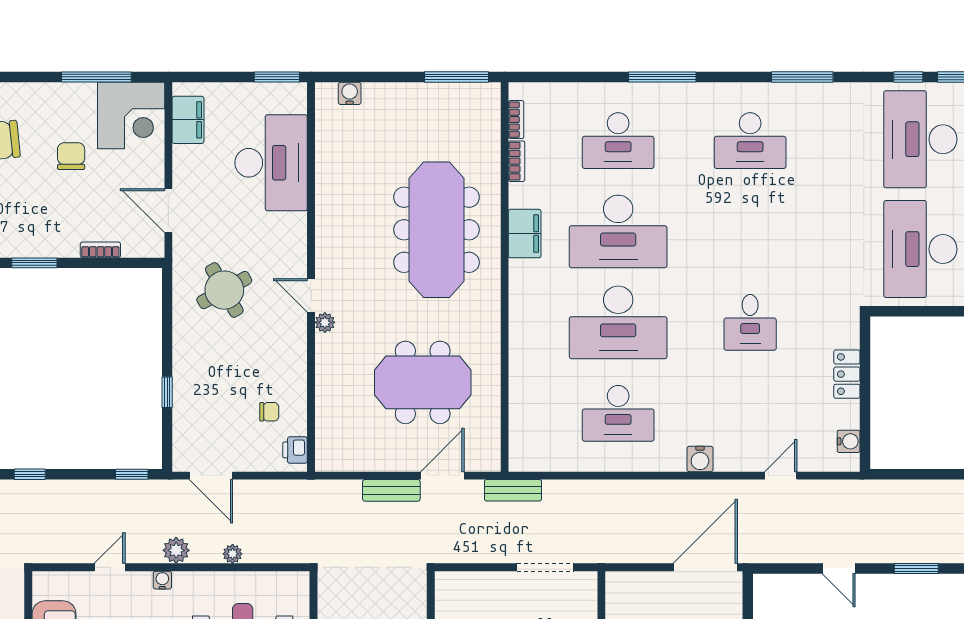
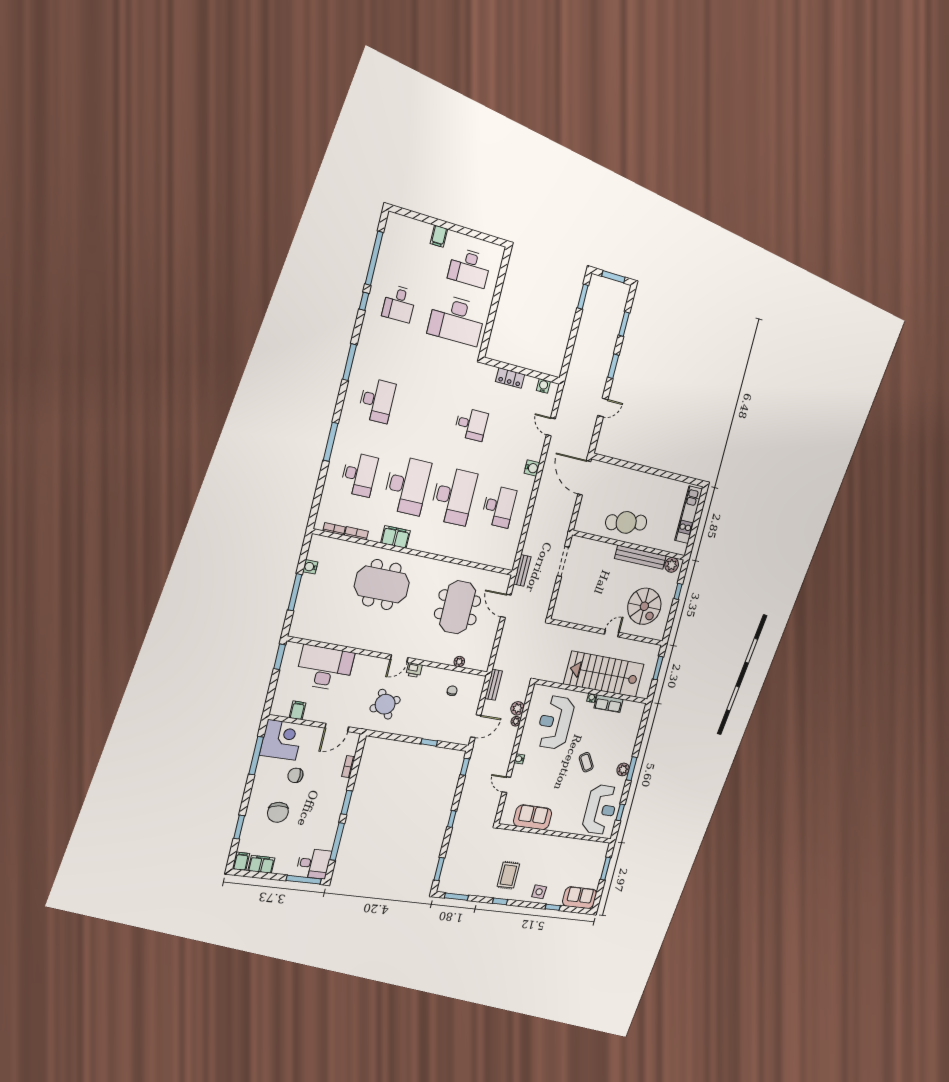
window: (457, 77) -> (295, 592), moved
water cooler: (350, 93) -> (310, 567), moved
filing cabinet: (188, 120) -> (298, 710), width x0.50
desk: (920, 139) -> (399, 304), width x0.53, depth x0.77
meeting table: (436, 230) -> (382, 585), width x0.73
plant: (325, 322) -> (459, 662), moved
printer: (295, 450) -> (414, 670), moved
bench: (391, 490) -> (494, 685), moved
plant: (176, 550) -> (517, 708), moved

